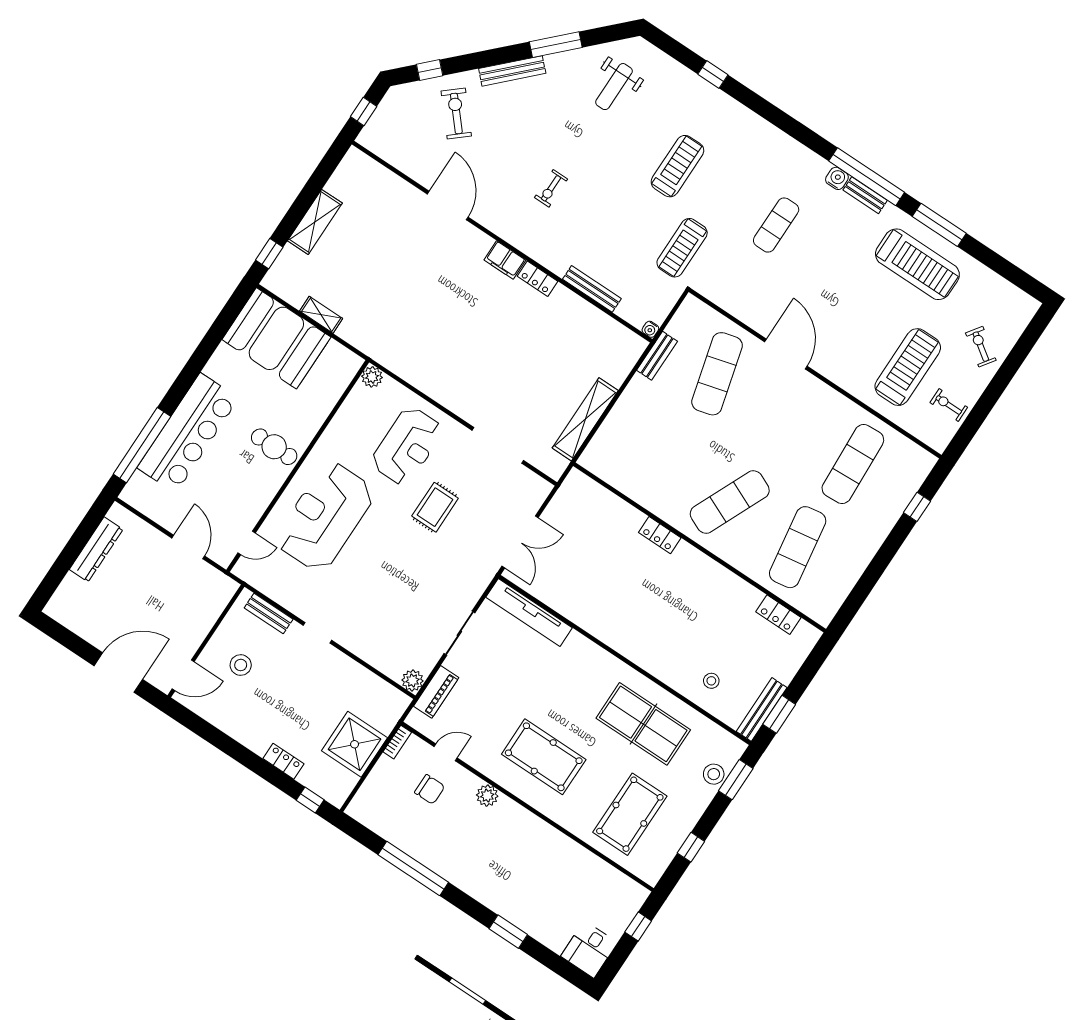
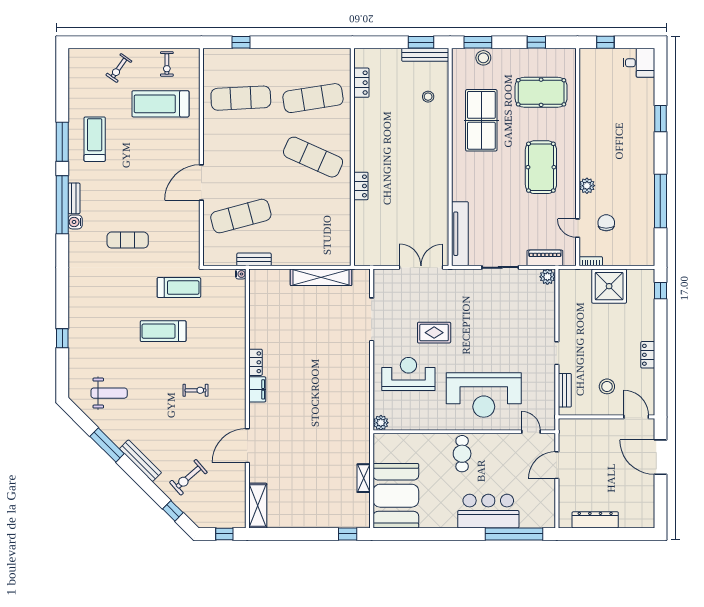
treadmill: (677, 166) -> (163, 331), moved
shelving: (315, 222) -> (258, 506), moved, turned 90
treadmill: (917, 264) -> (95, 139), width x0.73, depth x0.73
bench: (592, 289) -> (240, 325), removed
bar counter: (188, 433) -> (488, 511), width x0.73
locker: (283, 761) -> (648, 355), moved

